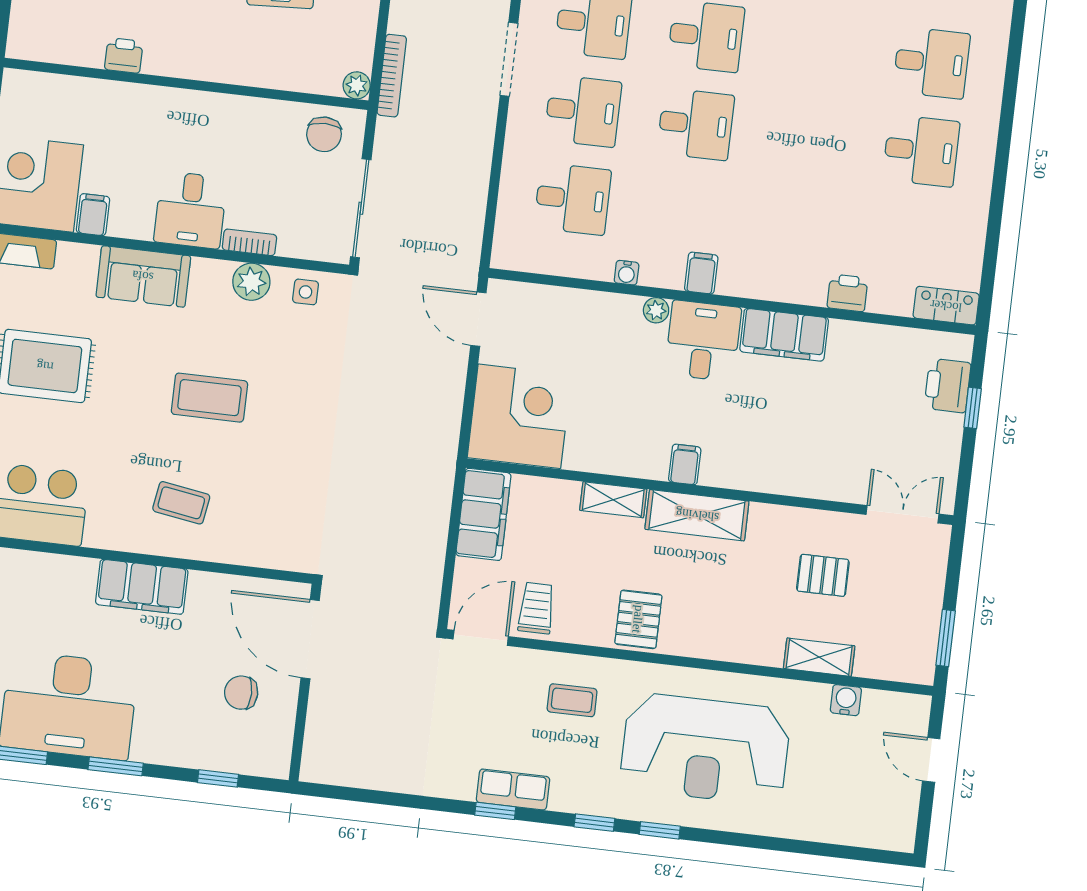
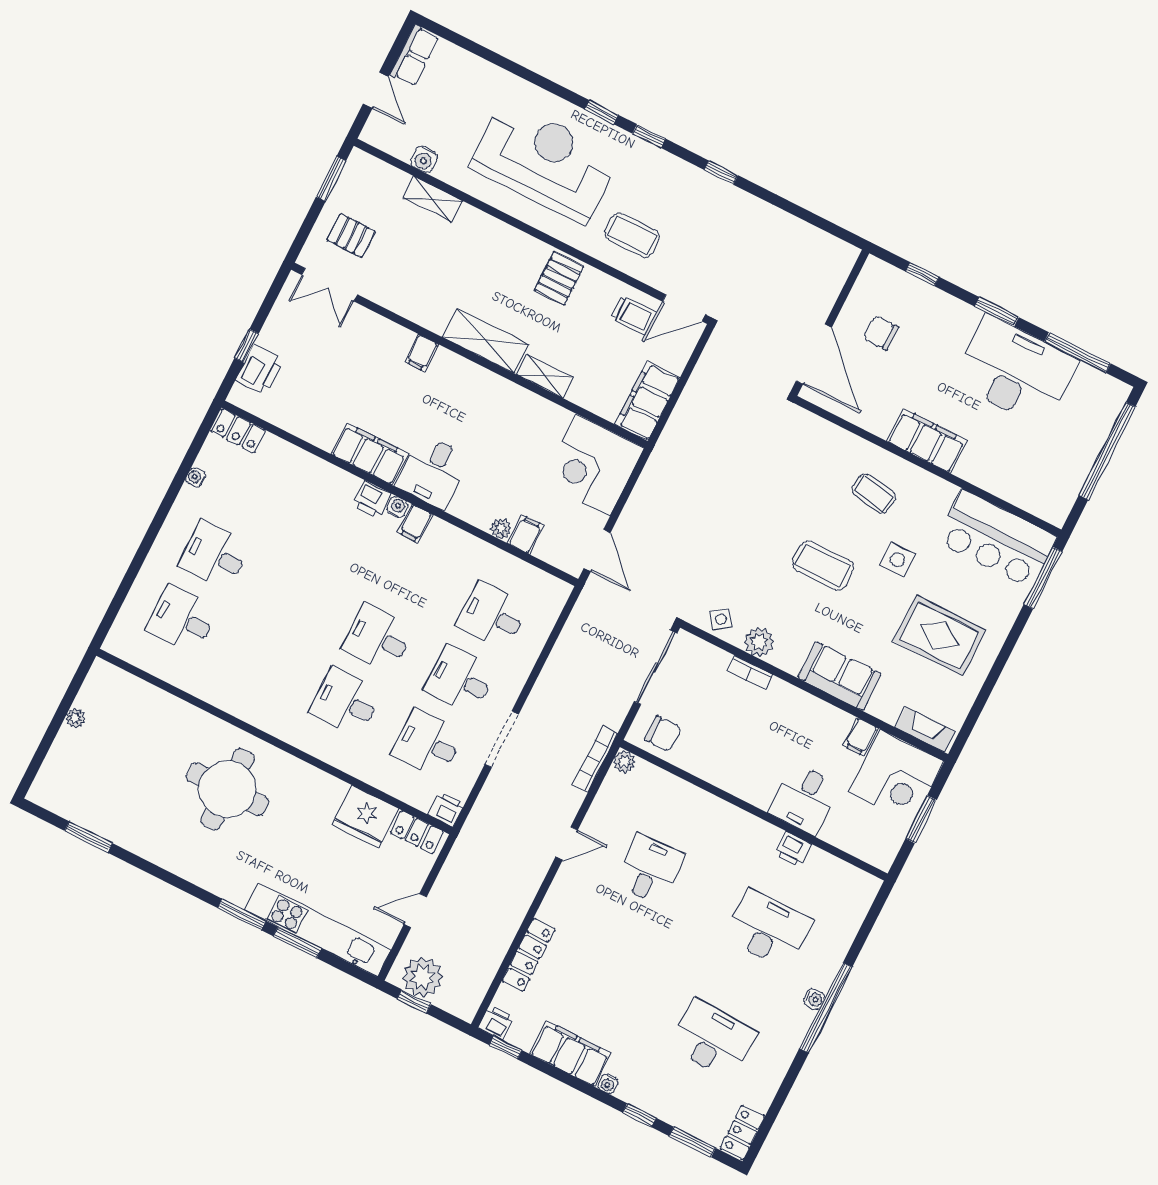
chair: (324, 134) -> (663, 734), turned 89
desk: (190, 210) -> (804, 799), moved, turned 180
water cooler: (976, 234) -> (196, 477), added
water cooler: (627, 273) -> (397, 507), moved
side table: (306, 292) -> (721, 619), turned -35
printer: (847, 293) -> (372, 499), moved
filing cabinet: (568, 308) -> (526, 534), added
plant: (656, 310) -> (501, 529), moved
side table: (126, 436) -> (897, 560), added
filing cabinet: (685, 464) -> (422, 353), moved
pallet: (823, 575) -> (351, 236), moved
trolley: (536, 608) -> (633, 315), turned -90
chair: (241, 693) -> (881, 333), turned 180
coffee table: (572, 700) -> (632, 235), width x1.36, depth x1.30
row of seats: (513, 790) -> (414, 56), moved, turned -90

